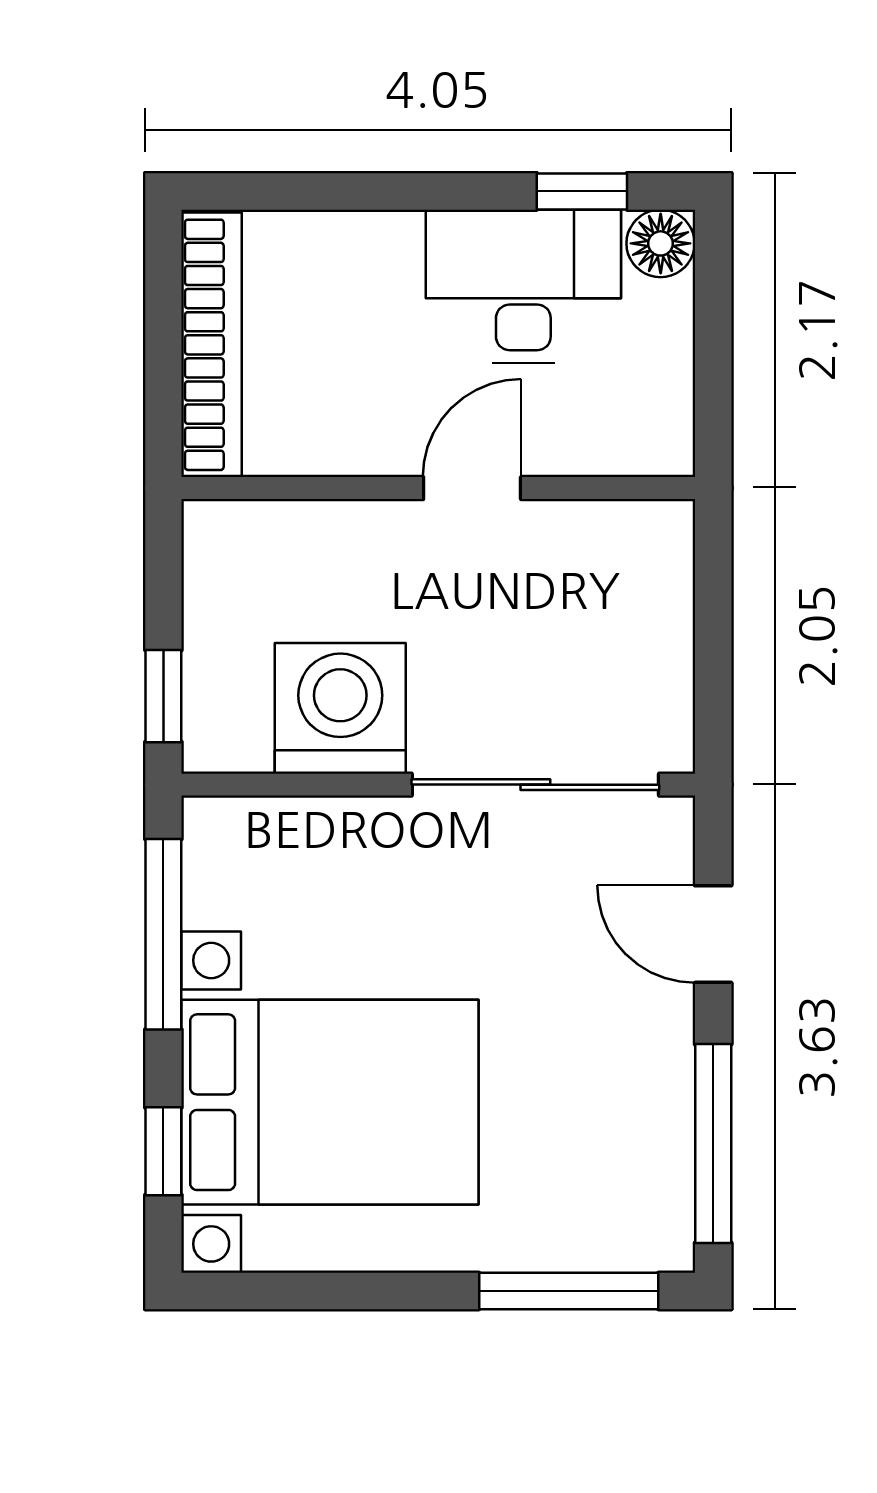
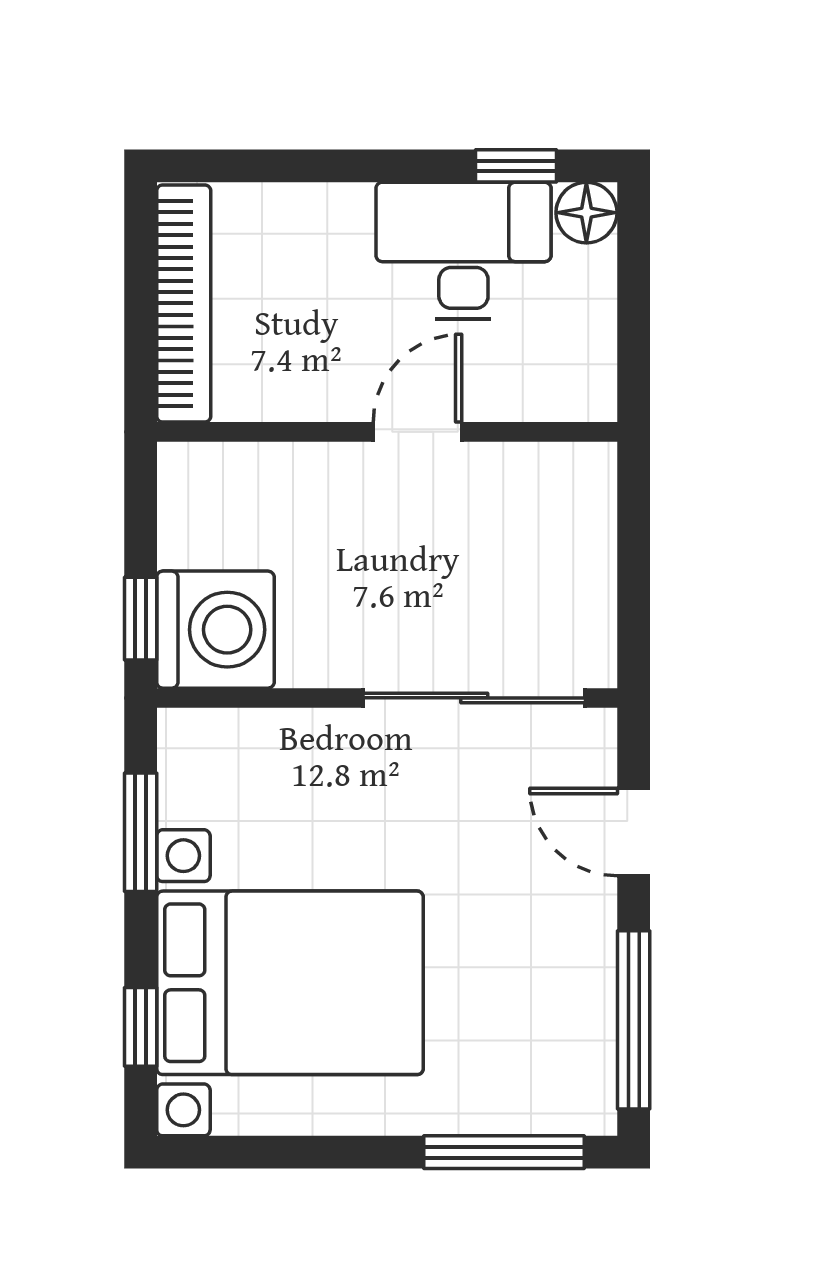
washing machine: (340, 708) -> (215, 630), moved, turned 90
window: (163, 934) -> (141, 832), width x0.69

